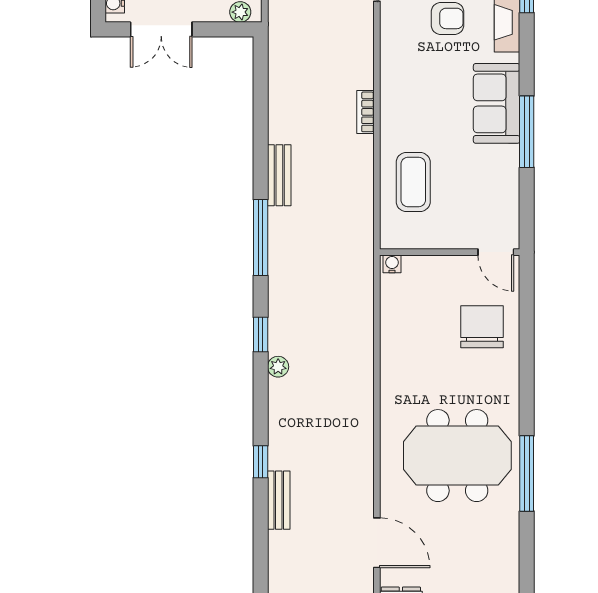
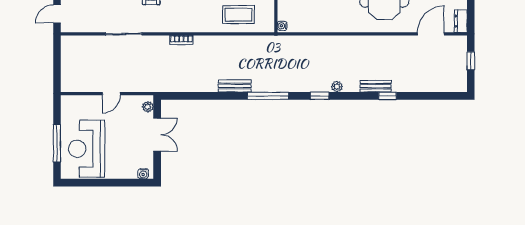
double door: (161, 29) -> (157, 135), moved
bookcase: (365, 112) -> (181, 40), moved
bench: (279, 500) -> (376, 86), moved

